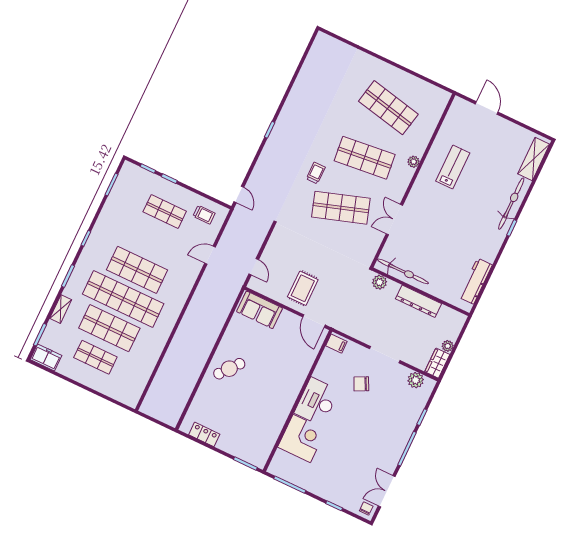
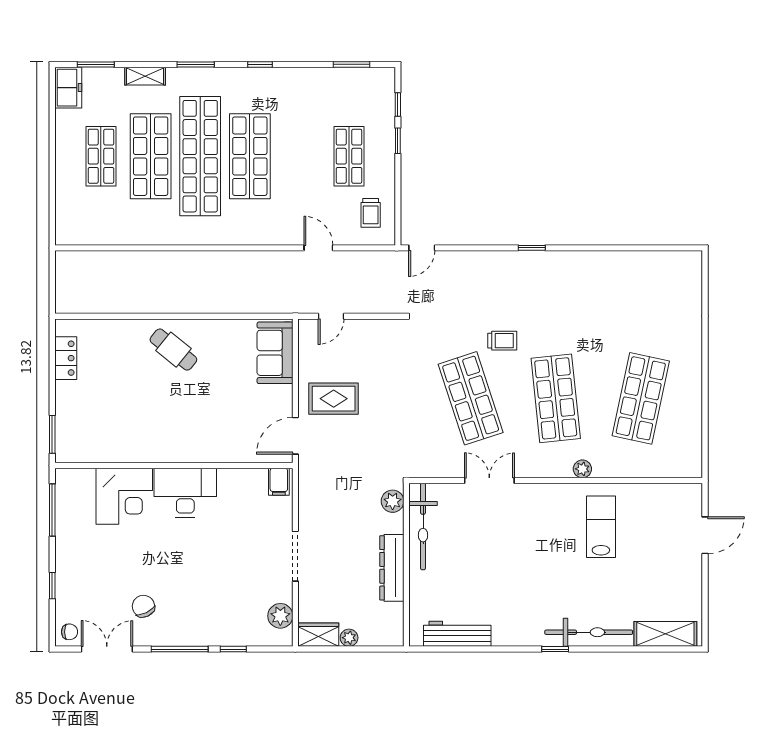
lab bench: (453, 167) -> (601, 527), turned -90
chair: (361, 384) -> (143, 606), moved

